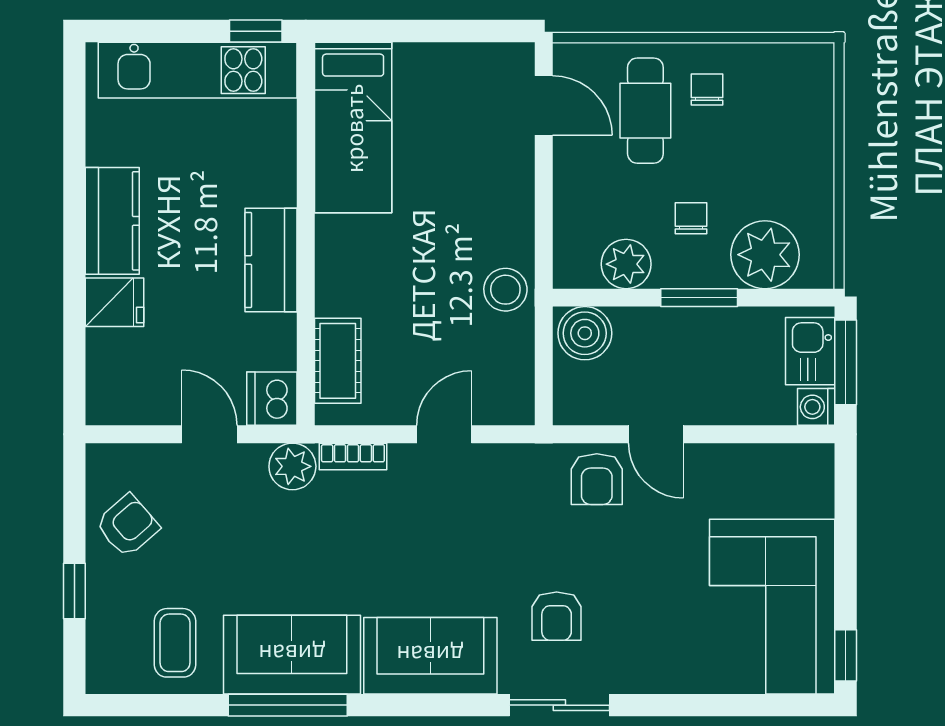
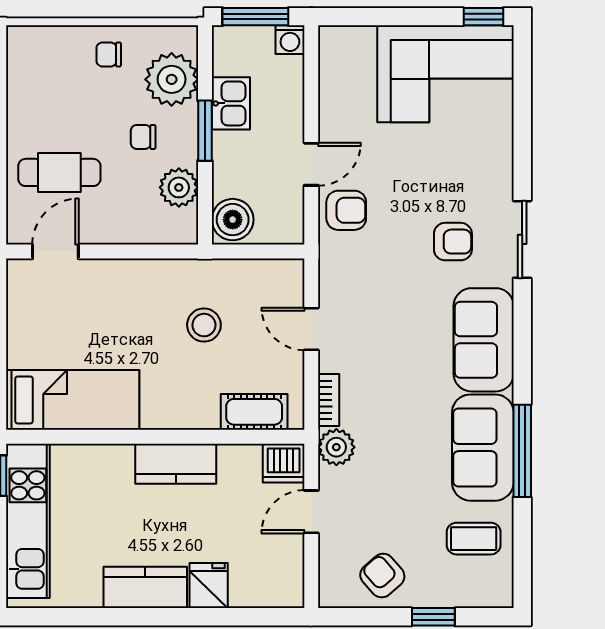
chair: (707, 89) -> (109, 54), moved
stool: (505, 290) -> (204, 325), moved
kitchen sink: (810, 351) -> (231, 103), moved, turned -90

